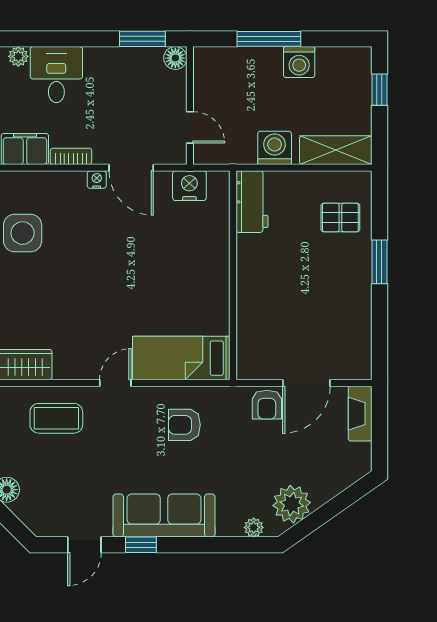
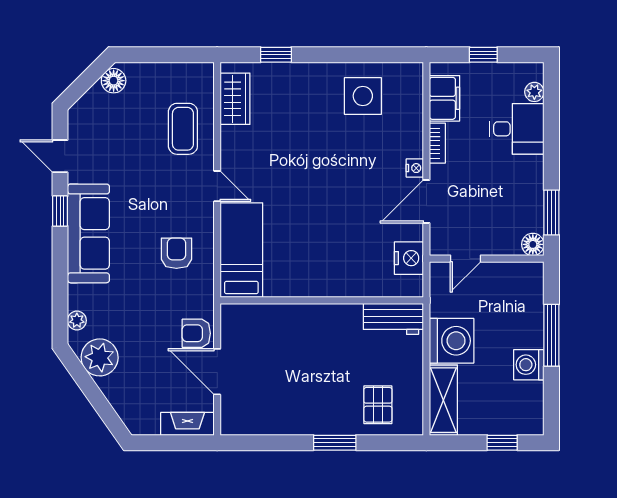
washing machine: (275, 148) -> (452, 341), width x1.37, depth x1.37

